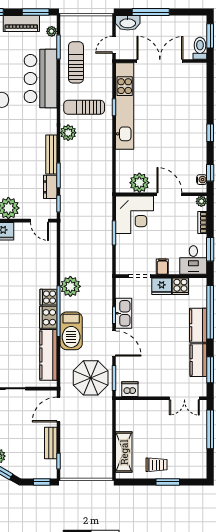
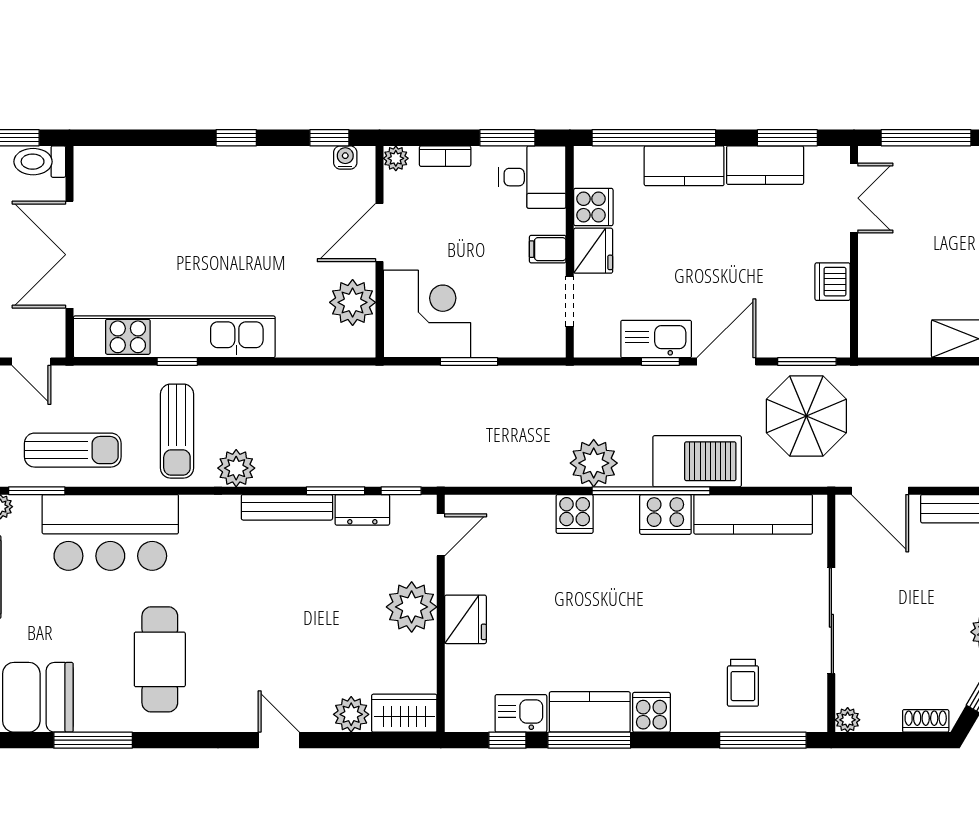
sun lounger: (76, 62) -> (73, 450), turned 180
cooker: (48, 297) -> (575, 514), moved
dishwasher: (130, 389) -> (833, 282), moved

